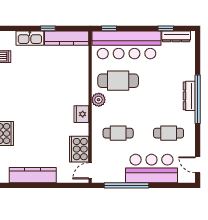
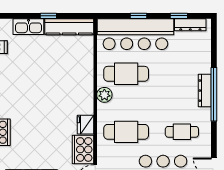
window: (109, 28) -> (138, 16), moved
fridge: (81, 114) -> (85, 125), moved
cafe table: (118, 133) -> (126, 132), width x1.37, depth x1.35

